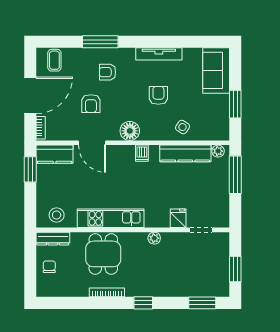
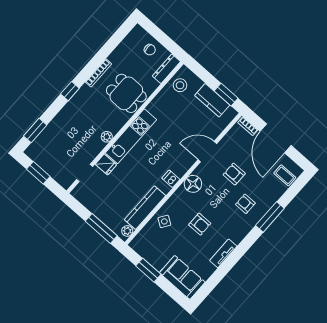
tv unit: (159, 54) -> (223, 253), width x0.71
armchair: (108, 72) -> (245, 204), turned -90
kitchen counter: (55, 154) -> (212, 100), moved, turned -90
kitchen unit: (111, 218) -> (131, 136), moved

